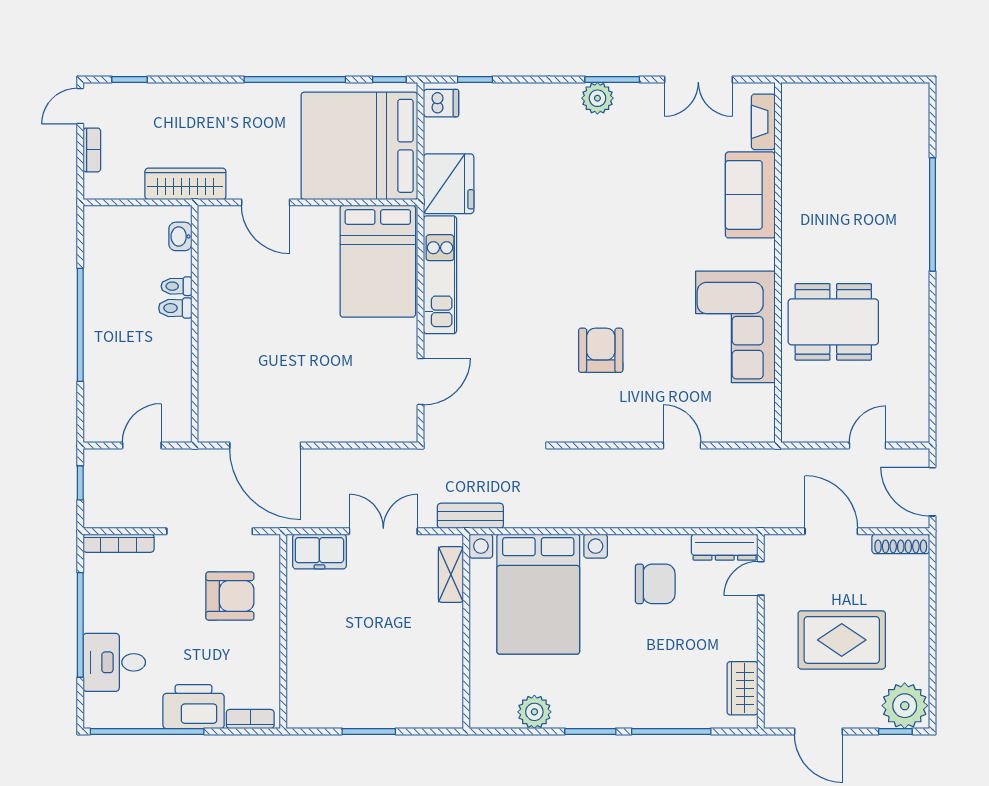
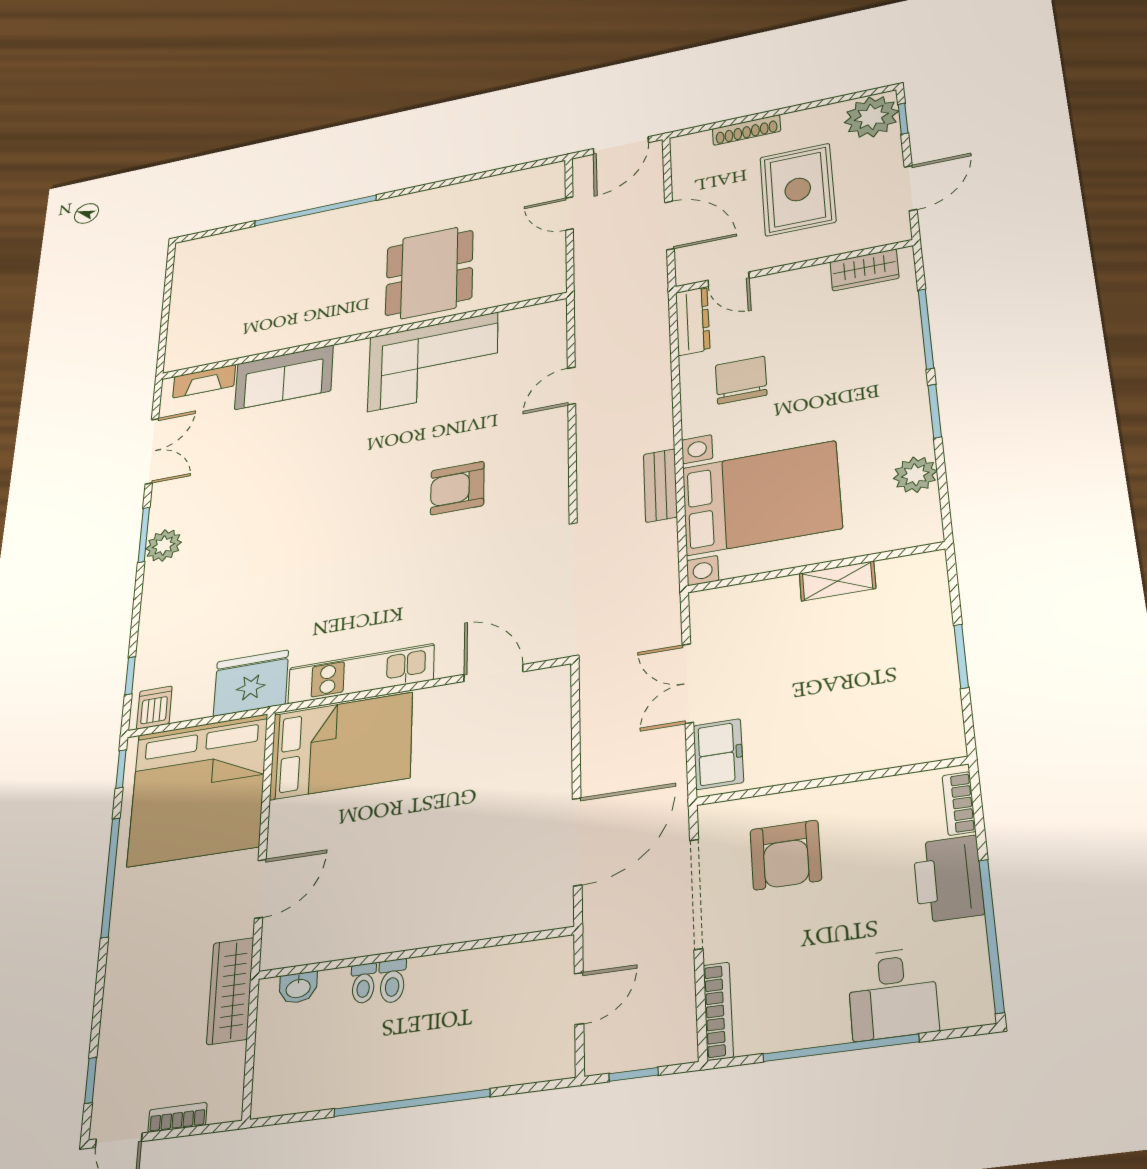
door: (142, 445) -> (579, 999), swing flipped
bench: (470, 516) -> (660, 485), moved
door: (831, 531) -> (669, 225), swing flipped
shoe rack: (901, 544) -> (746, 130), moved, turned 90
shelving: (451, 574) -> (837, 581), moved
armchair: (230, 596) -> (786, 855), turned 180

